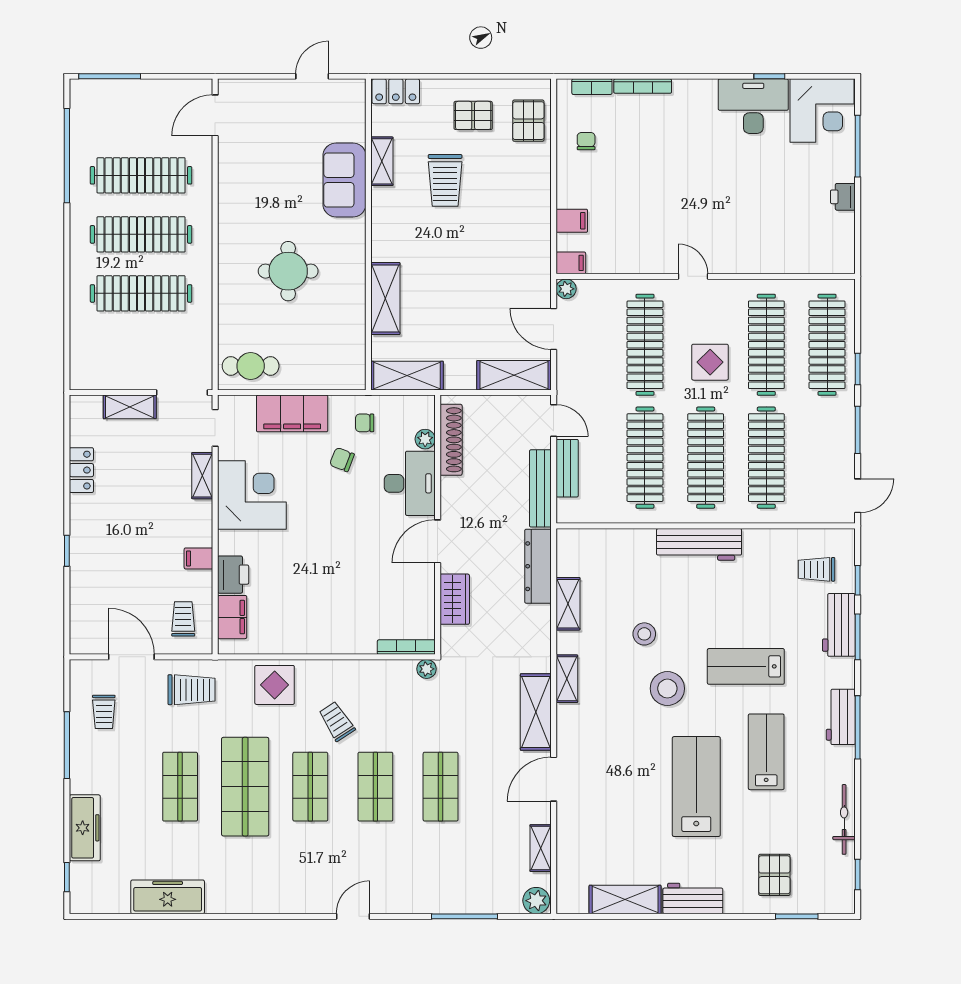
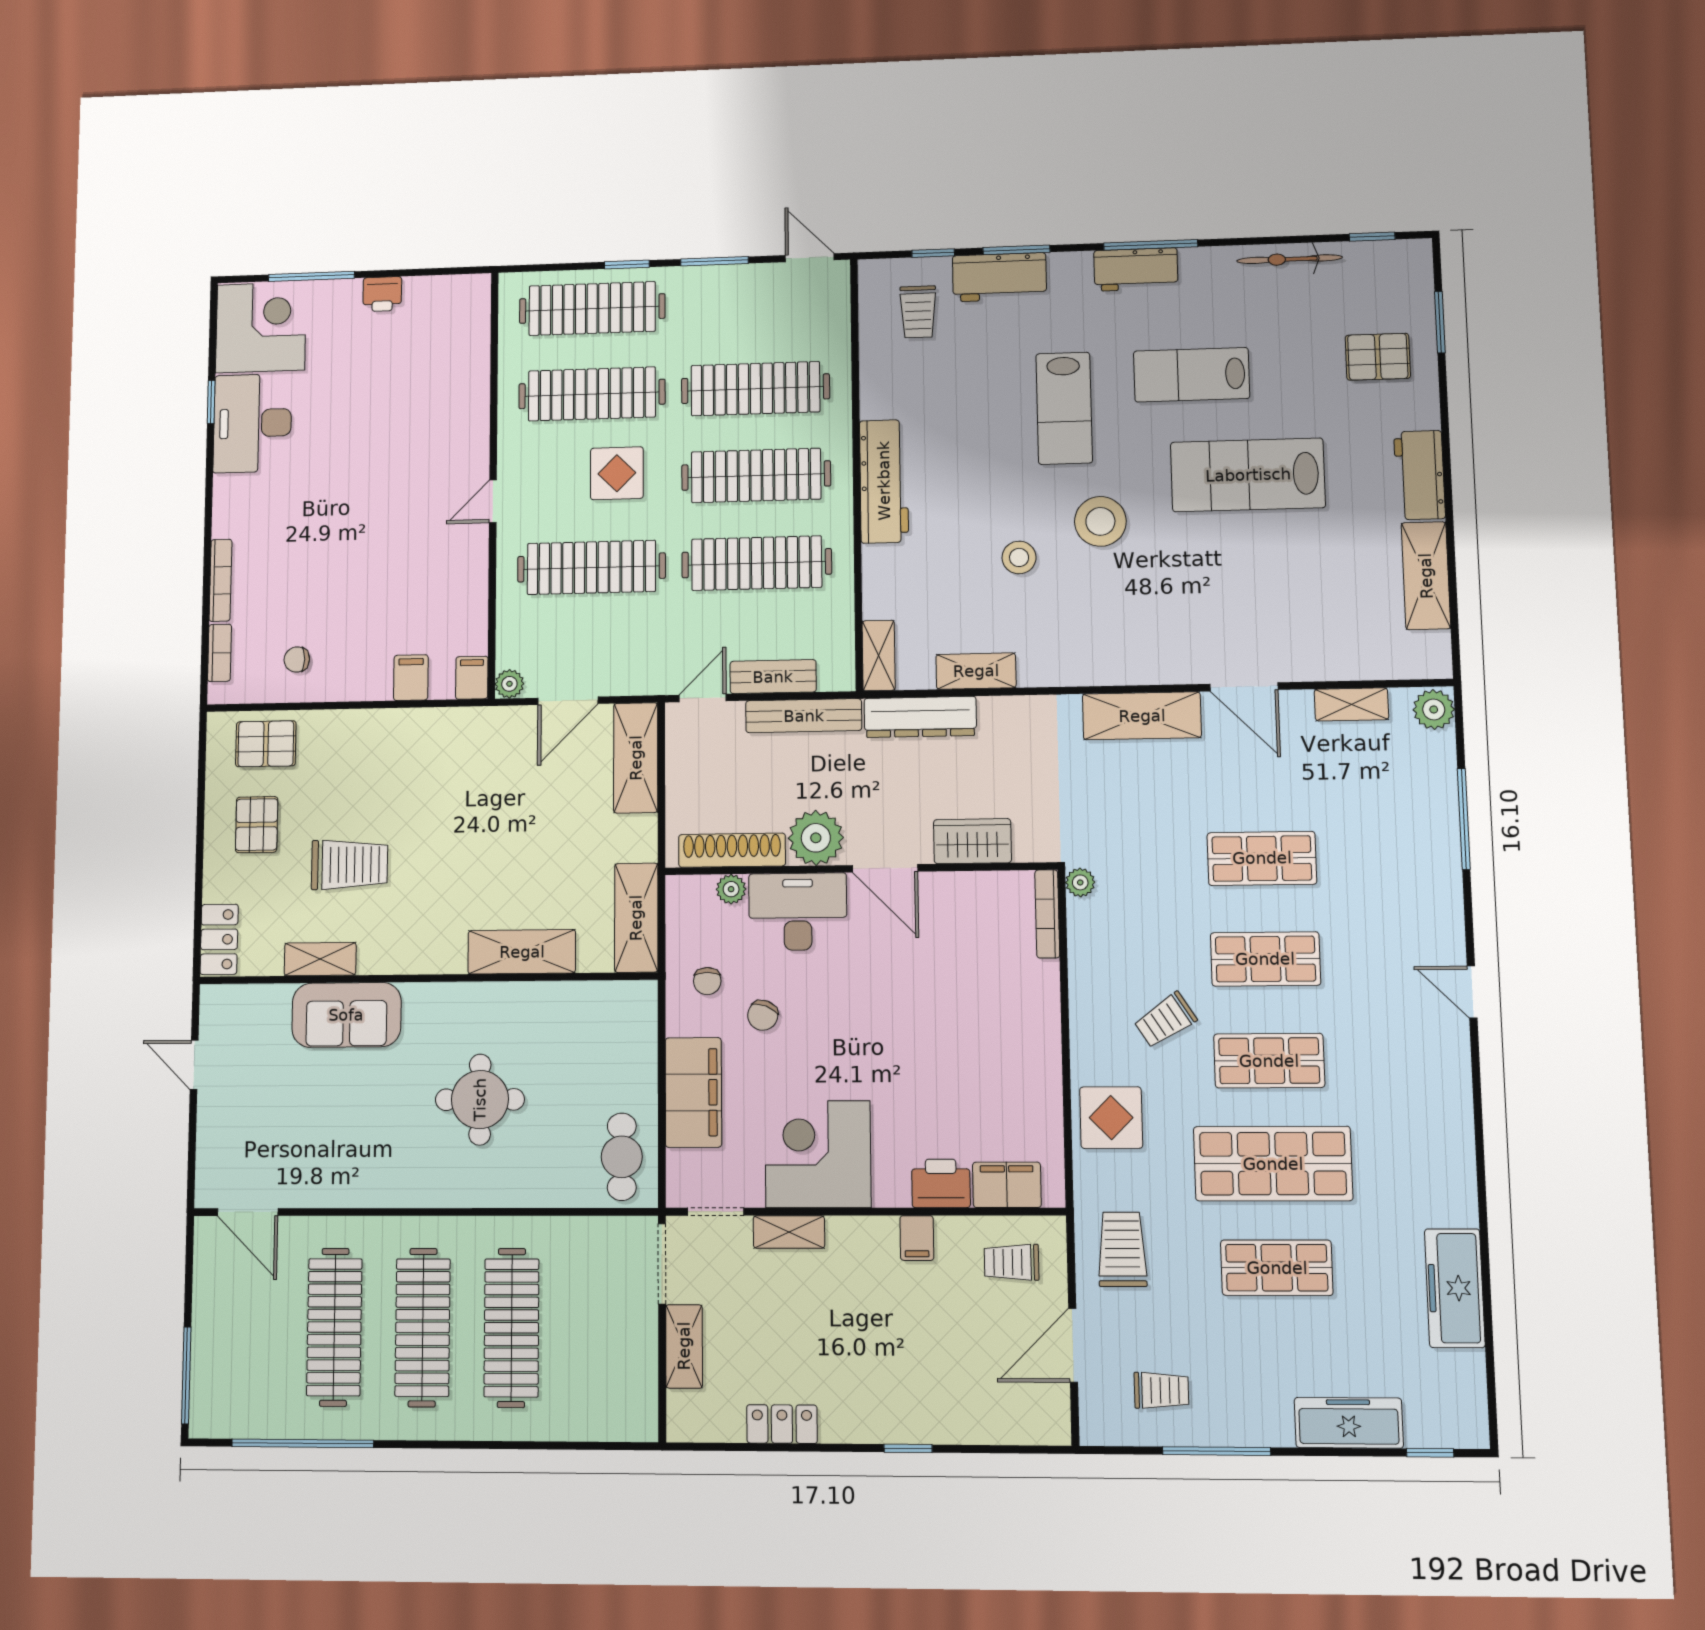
plant: (458, 496) -> (816, 838), added
shelving: (567, 679) -> (879, 655), moved, turned 90

